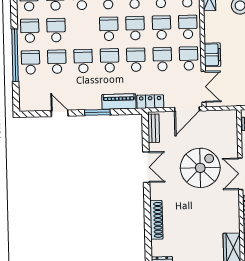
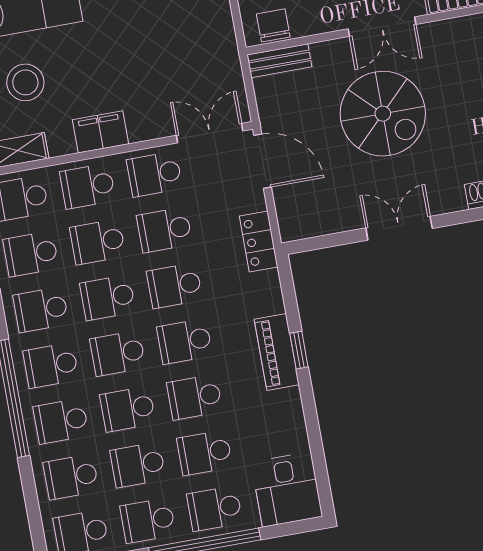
school desk: (82, 29) -> (128, 409), added
filing cabinet: (212, 55) -> (100, 132), moved
desk: (34, 97) -> (287, 489), added
piano: (119, 102) -> (277, 352), moved
window: (97, 112) -> (299, 350), width x0.67
door: (60, 113) -> (313, 430), removed
bench: (154, 128) -> (279, 61), moved
spiral stairs: (200, 168) -> (383, 114), turned 180

